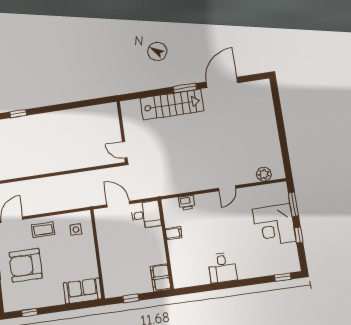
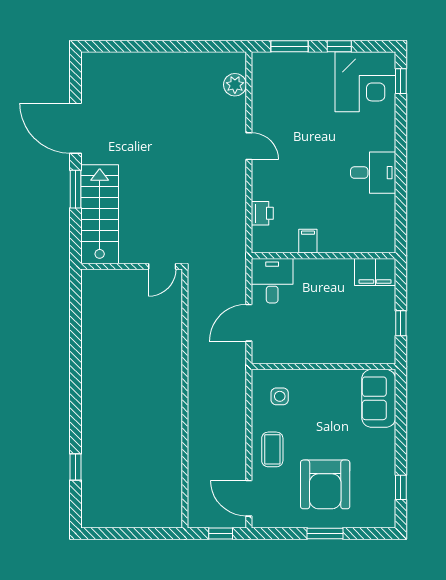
wall: (122, 132) -> (132, 266), moved
door: (125, 150) -> (162, 266), moved
corner desk: (274, 225) -> (365, 82), moved

